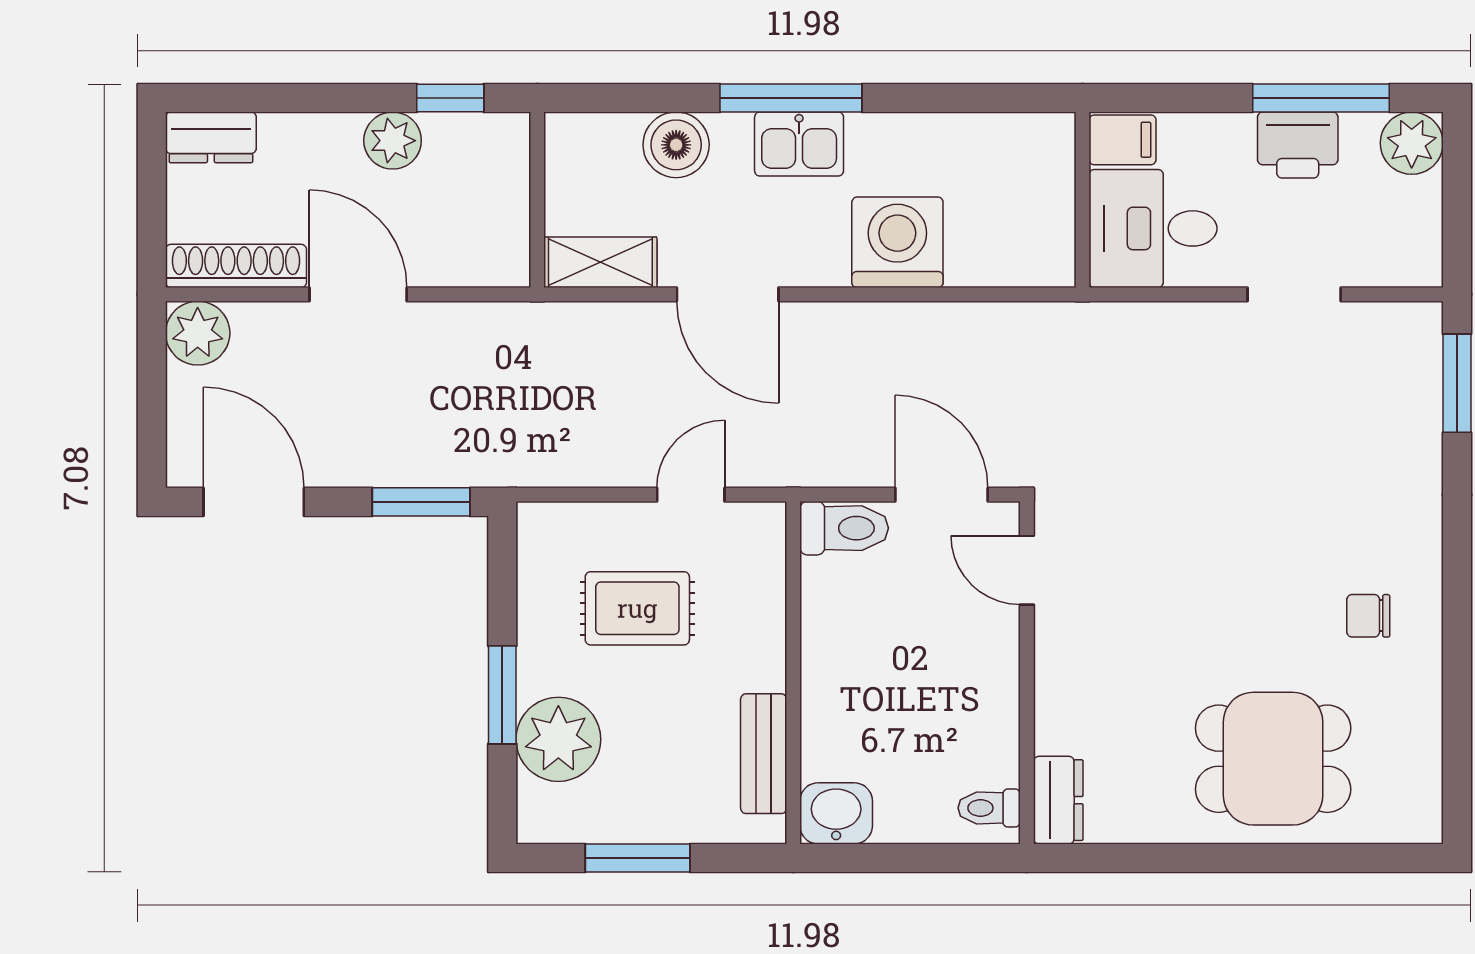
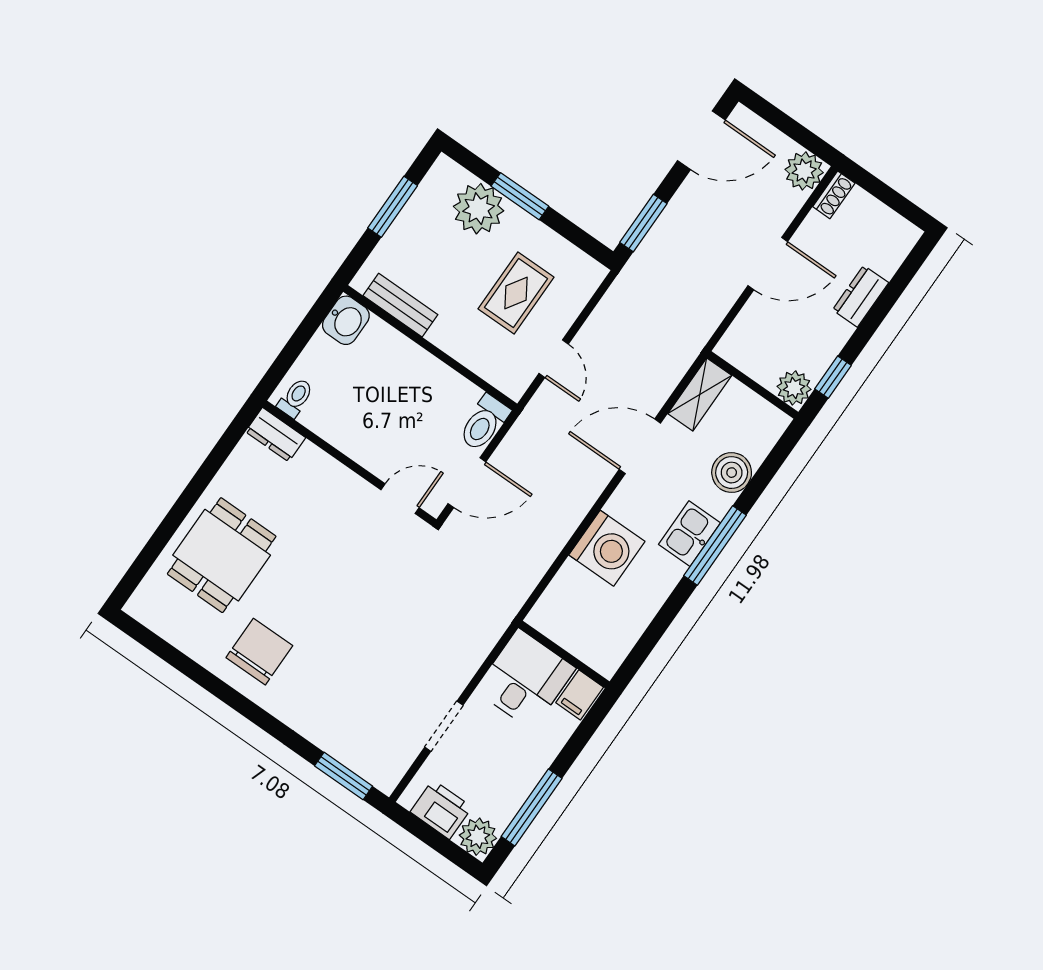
dresser: (211, 137) -> (861, 296), moved
plant: (393, 141) -> (794, 388), moved
printer: (1298, 145) -> (441, 809), moved, turned 90
shoe rack: (236, 266) -> (834, 195), width x0.51, depth x0.81
chair: (1368, 616) -> (259, 652), width x1.87, depth x1.87

